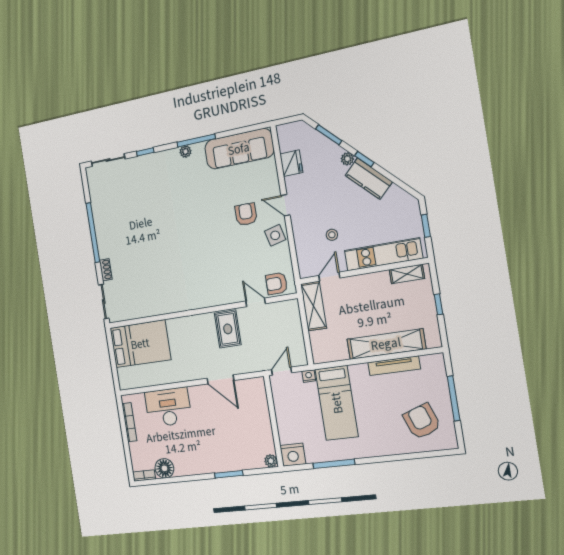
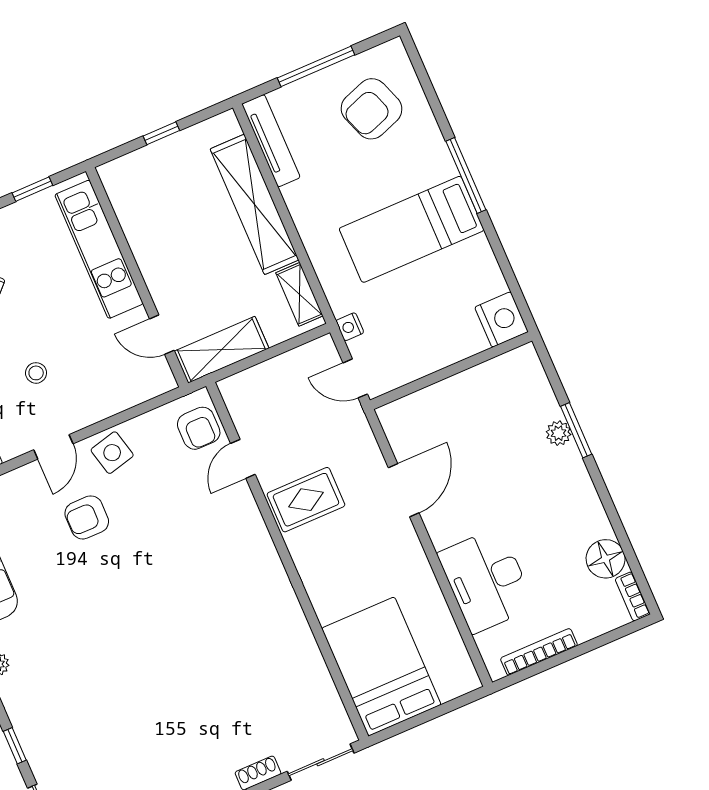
stool: (332, 235) -> (36, 373), moved
shelving: (407, 274) -> (299, 294), moved
tv unit: (394, 366) -> (271, 141), moved
bed: (337, 403) -> (412, 229), moved, turned 180
plant: (271, 461) -> (559, 433), moved
window: (334, 464) -> (466, 176), moved

